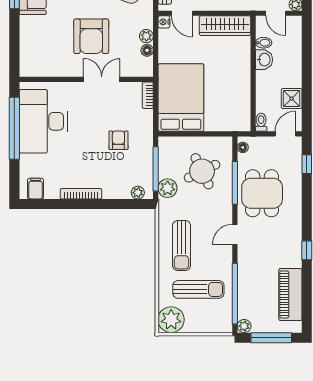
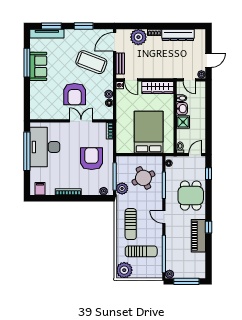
bed: (181, 97) -> (149, 132), moved
shower: (292, 99) -> (183, 122), moved
armchair: (118, 140) -> (92, 159), width x1.88, depth x1.88
dining table: (262, 193) -> (191, 196), moved
door: (235, 234) -> (164, 217), hinge flipped
piano: (290, 294) -> (198, 236), moved

